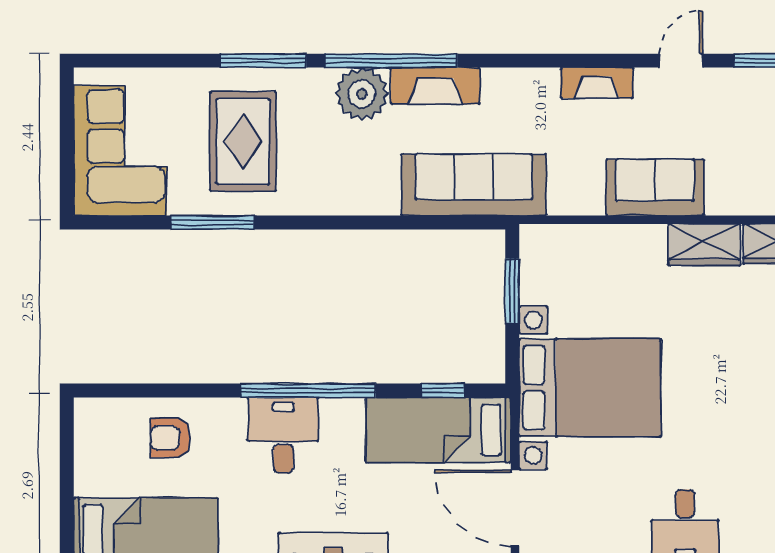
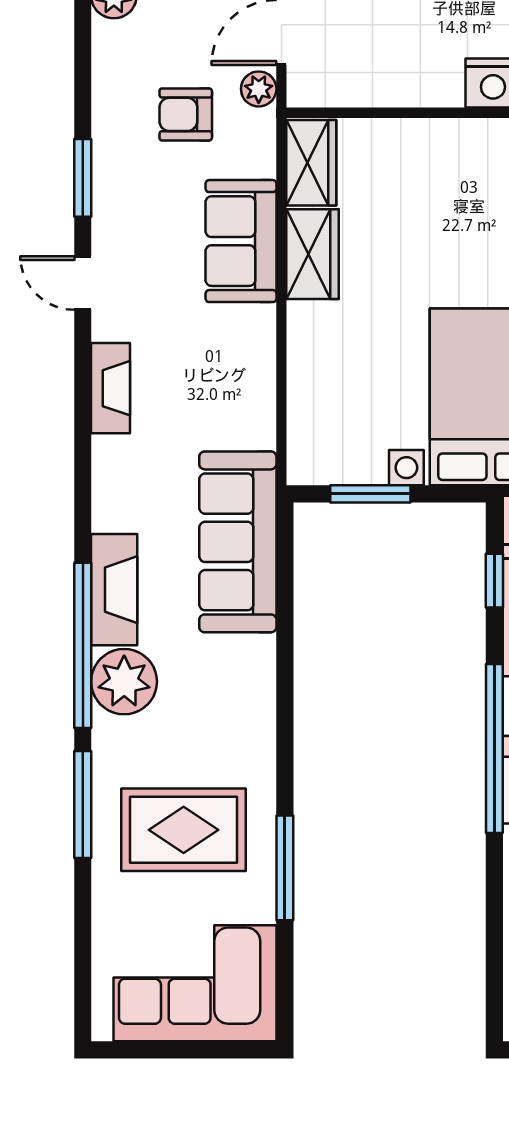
sofa: (655, 187) -> (241, 241), moved

